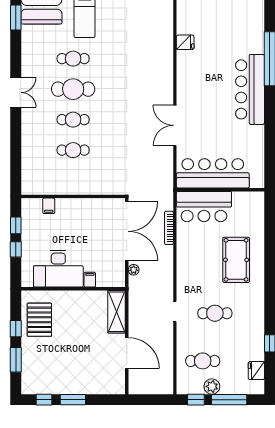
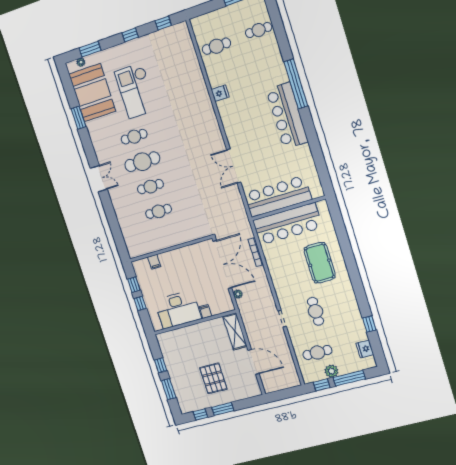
bar counter: (204, 207) -> (287, 224), width x1.36
cafe table: (215, 313) -> (316, 311), turned 90
pallet: (39, 320) -> (213, 378), moved

